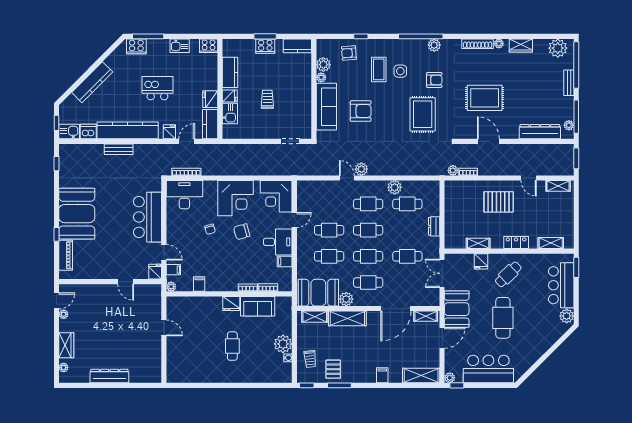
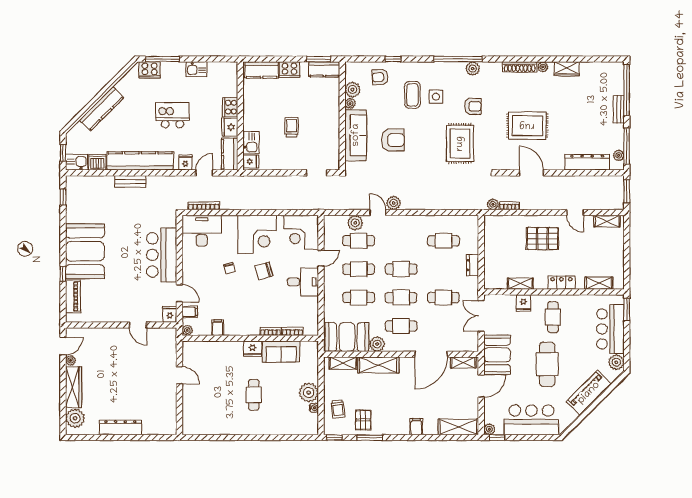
window: (265, 36) -> (319, 59), moved
cooker: (209, 46) -> (230, 107), moved, turned 90
plant: (558, 48) -> (607, 72), removed
kitchen counter: (230, 72) -> (262, 70), moved, turned 90
fridge: (230, 96) -> (251, 162), moved
plant: (395, 187) -> (355, 223), moved
cafe table: (368, 204) -> (359, 241), moved
filing cabinet: (285, 261) -> (310, 303), removed
cafe table: (508, 274) -> (553, 317), turned -46
piano: (541, 344) -> (589, 393), added
wardrobe: (66, 345) -> (73, 387), width x1.50
plant: (64, 368) -> (75, 418), width x1.87, depth x1.87

